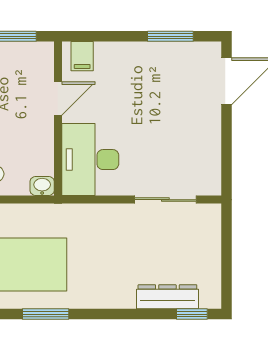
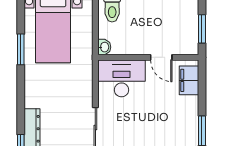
filing cabinet: (82, 56) -> (189, 80), width x2.00

